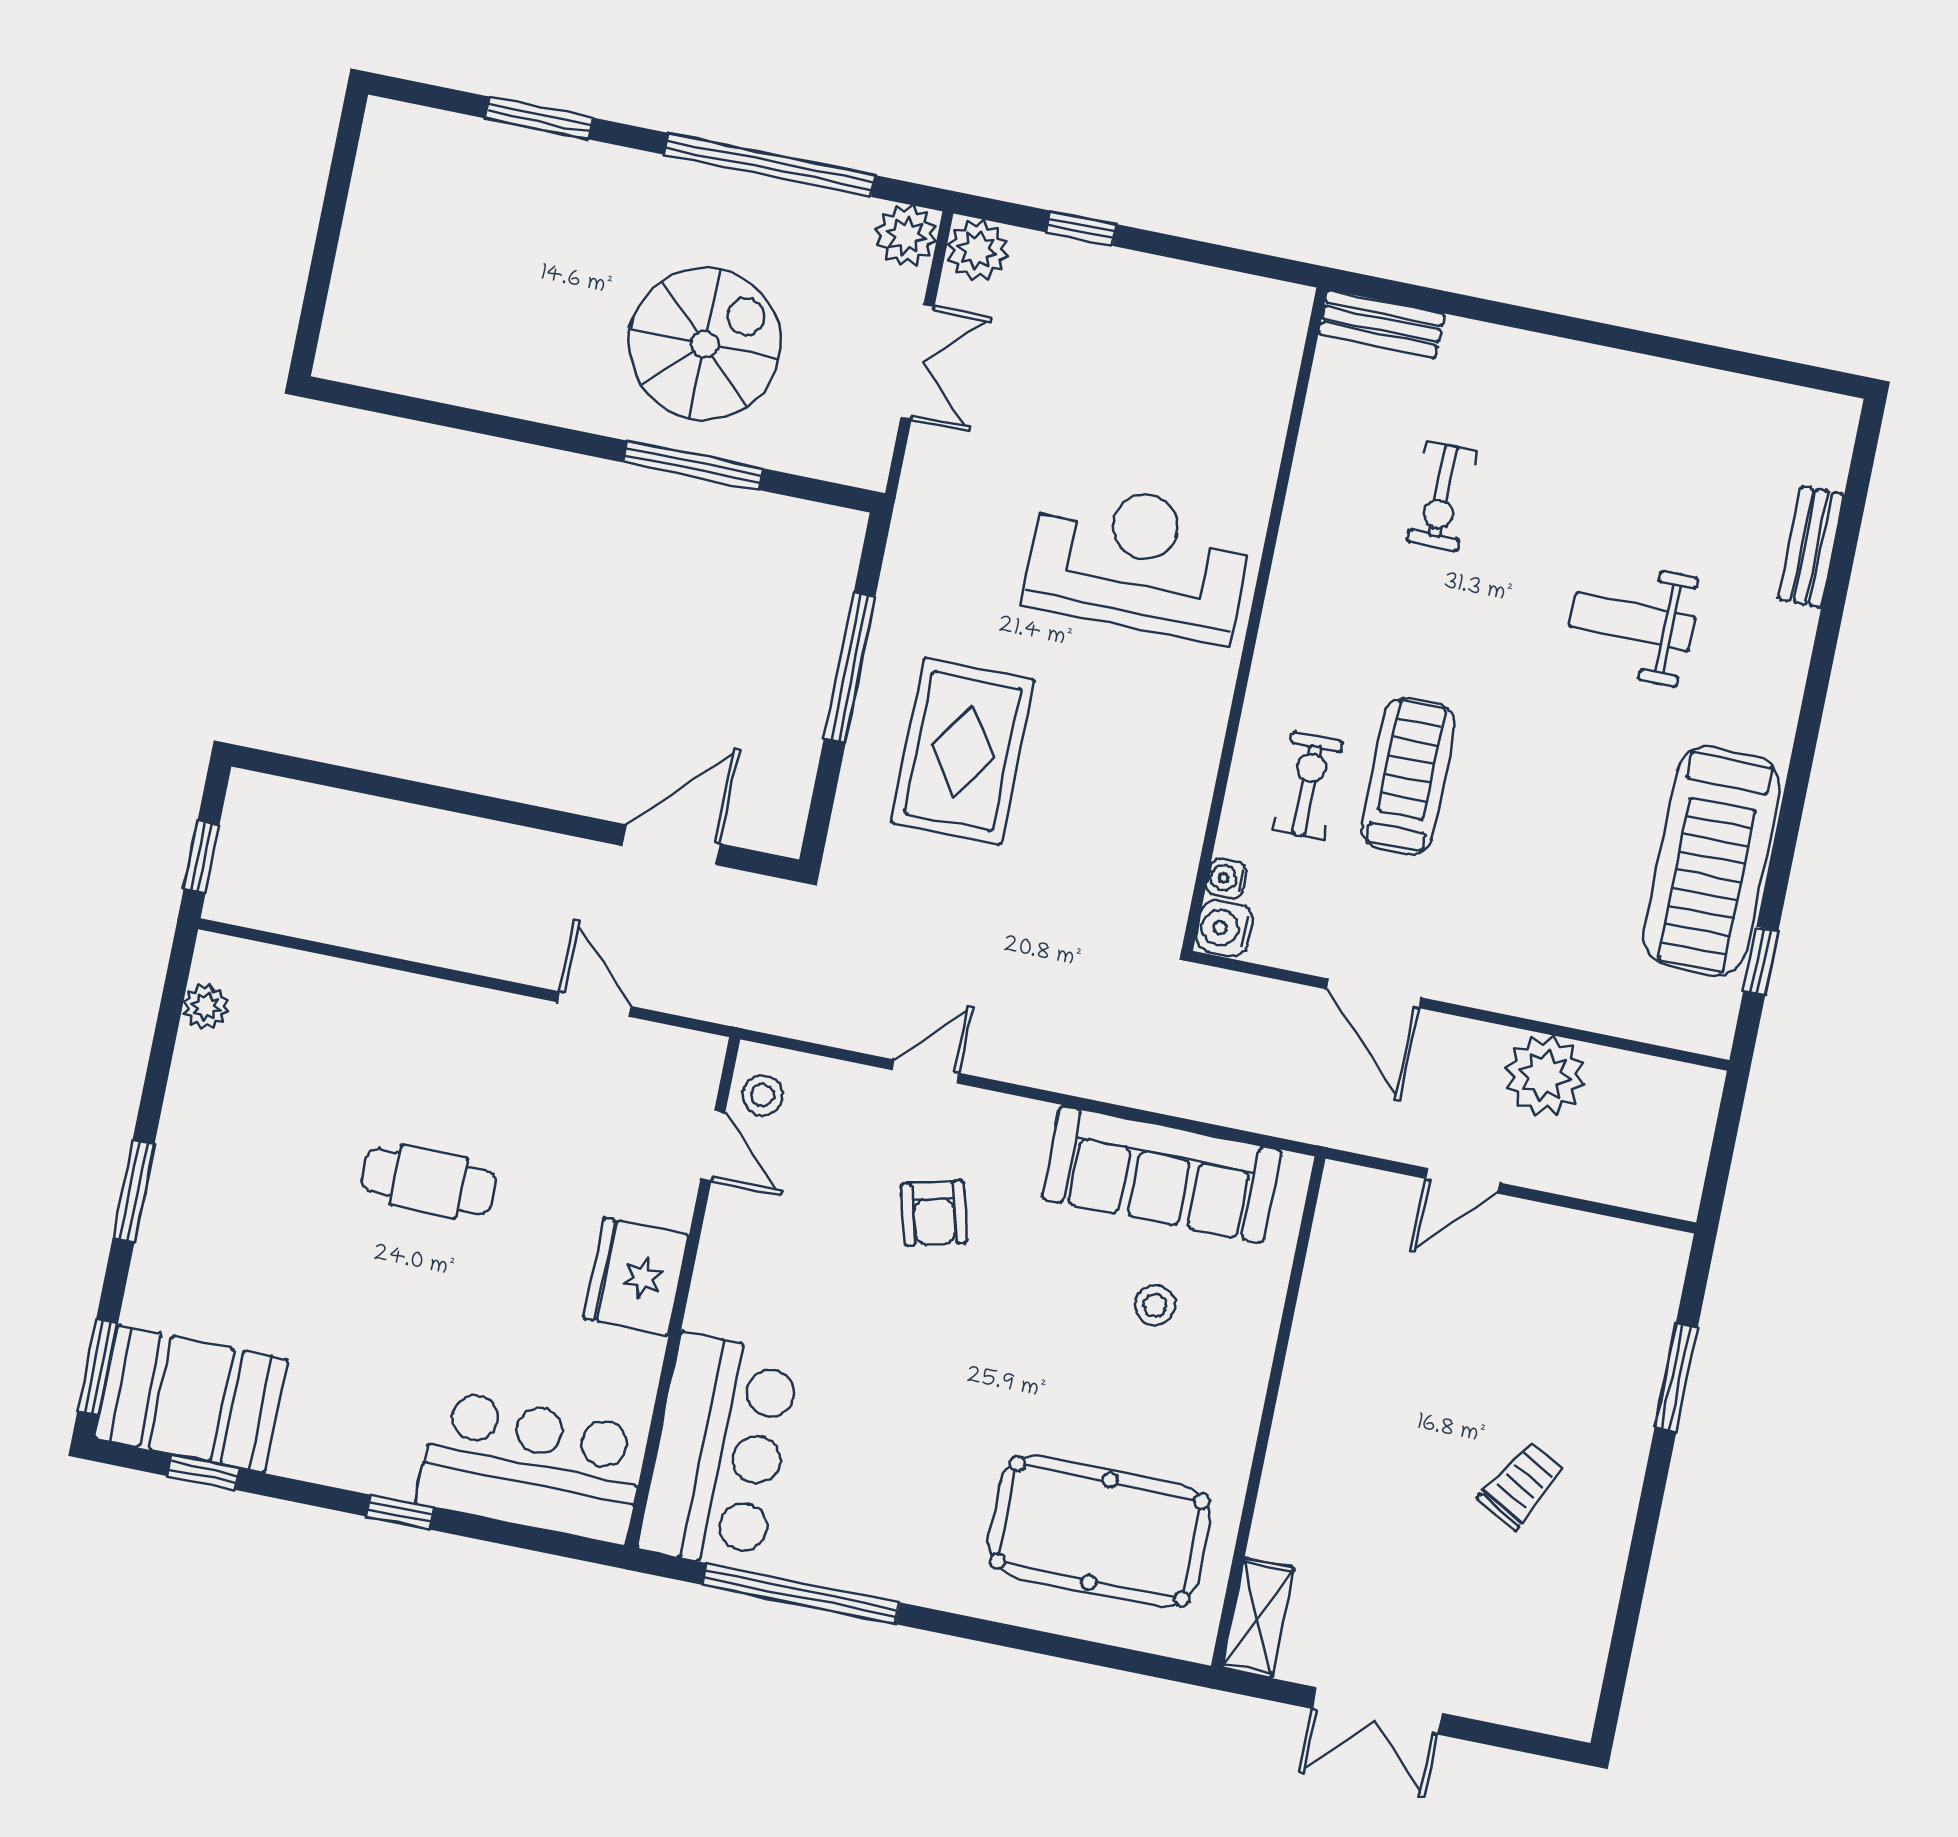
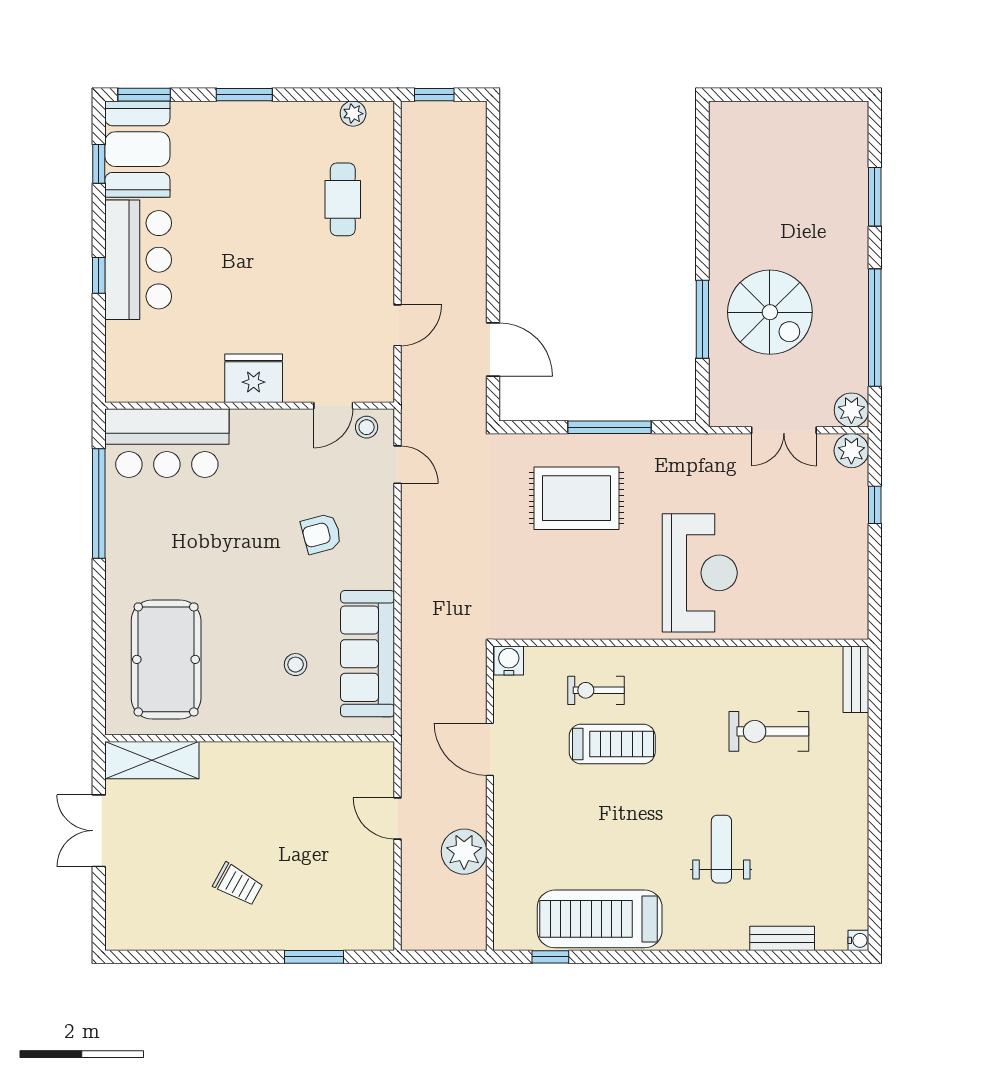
exercise bike: (1442, 496) -> (769, 731), width x1.38, depth x1.39
exercise bike: (1308, 786) -> (596, 690), turned 180
water cooler: (1226, 878) -> (858, 940), moved, turned 90
door: (1374, 993) -> (490, 749), hinge flipped
door: (926, 1072) -> (398, 465), moved
cafe table: (429, 1181) -> (343, 199), moved
bar counter: (532, 1467) -> (138, 260), moved
shelving: (1258, 1618) -> (152, 760), width x1.50, depth x1.33

